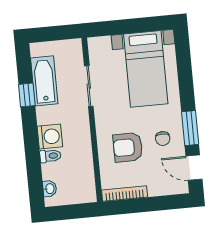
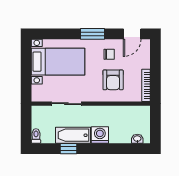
bathtub: (44, 81) -> (73, 135), moved
window: (190, 128) -> (93, 34), moved
toilet: (50, 156) -> (36, 136), moved

